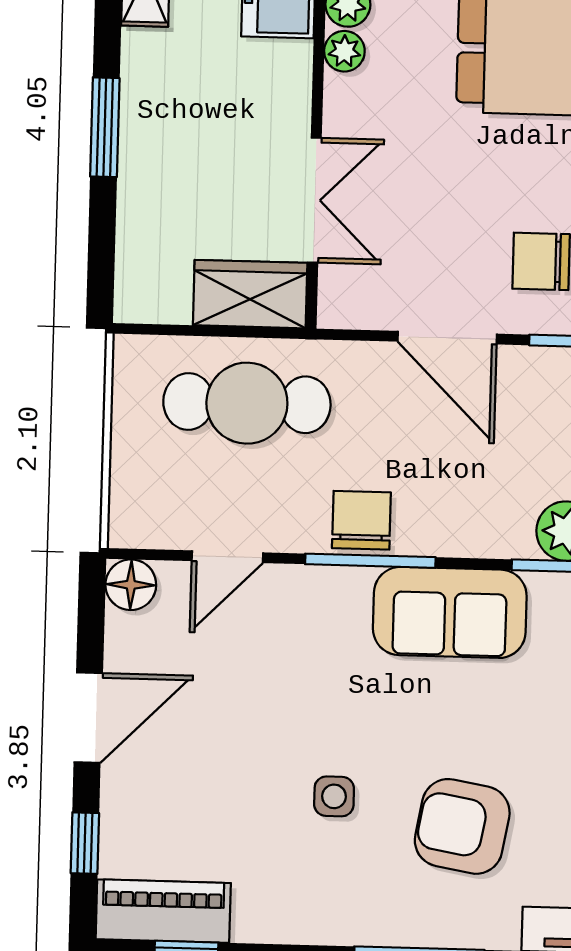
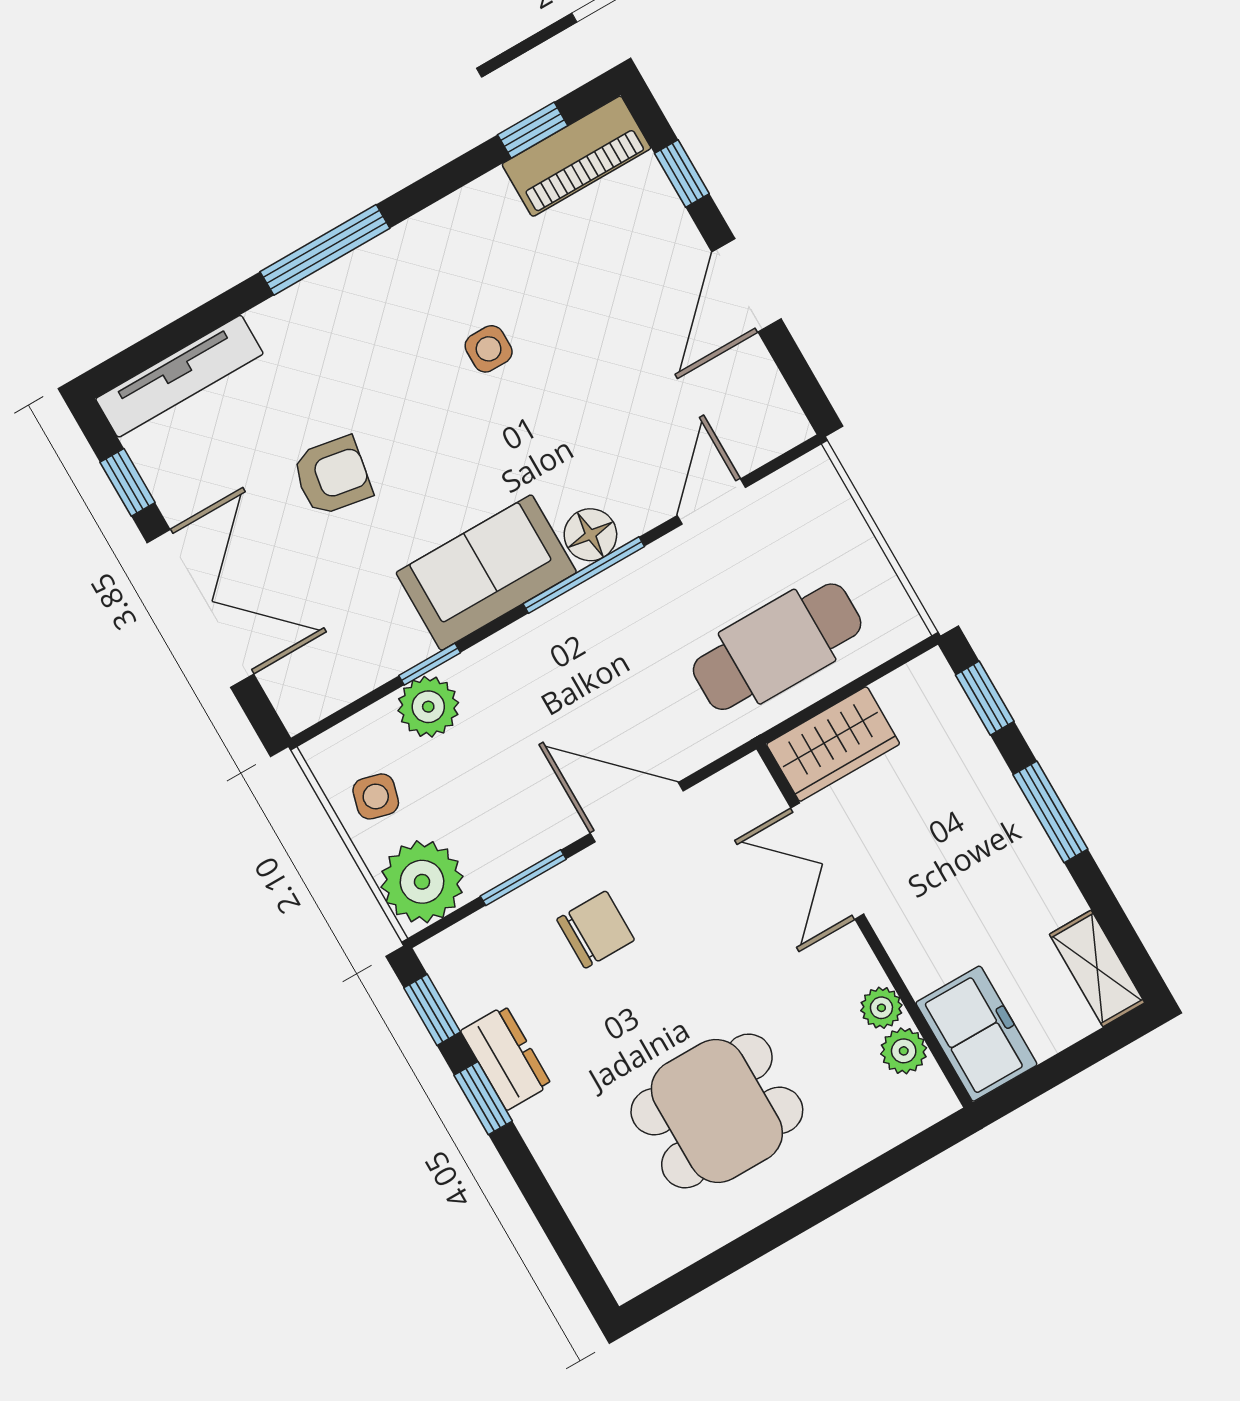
window: (101, 255) -> (985, 698), added
chair: (361, 520) -> (613, 606), removed
floor lamp: (131, 585) -> (590, 535), moved
armchair: (462, 826) -> (332, 476), moved, width x0.72, depth x0.72

